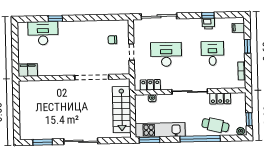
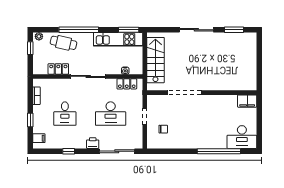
window: (55, 18) -> (219, 151), width x3.17
printer: (208, 23) -> (93, 143), moved
desk: (43, 33) -> (242, 137), moved

